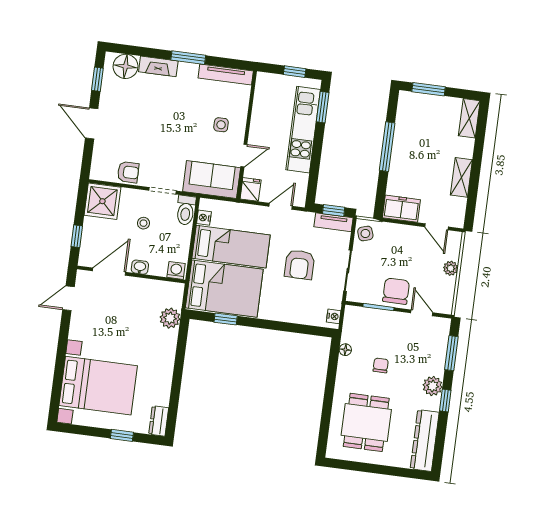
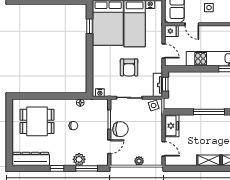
shelving: (461, 177) -> (209, 160), moved
door: (437, 227) -> (163, 149), swing flipped
armchair: (300, 265) -> (129, 67), turned -90
plant: (433, 386) -> (79, 159), moved

